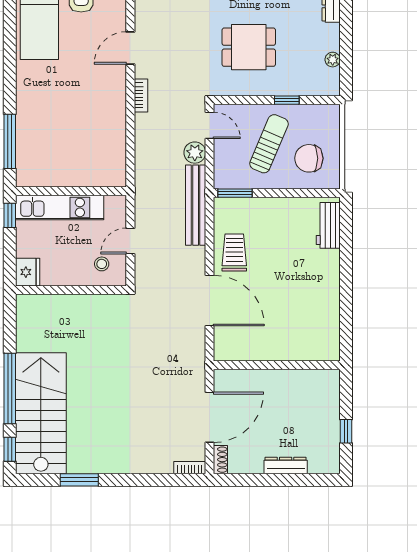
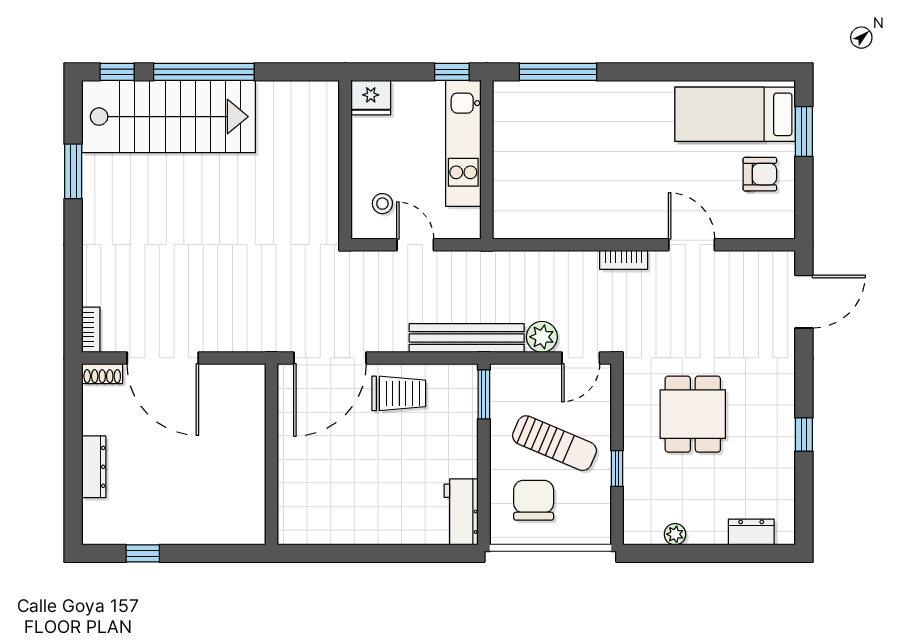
workbench: (328, 225) -> (461, 512), moved, turned -90
wall: (277, 365) -> (271, 454), moved

